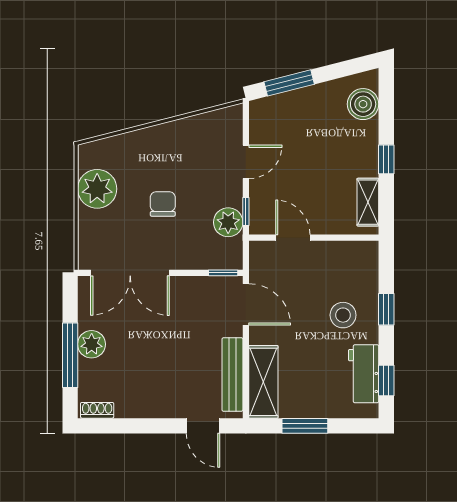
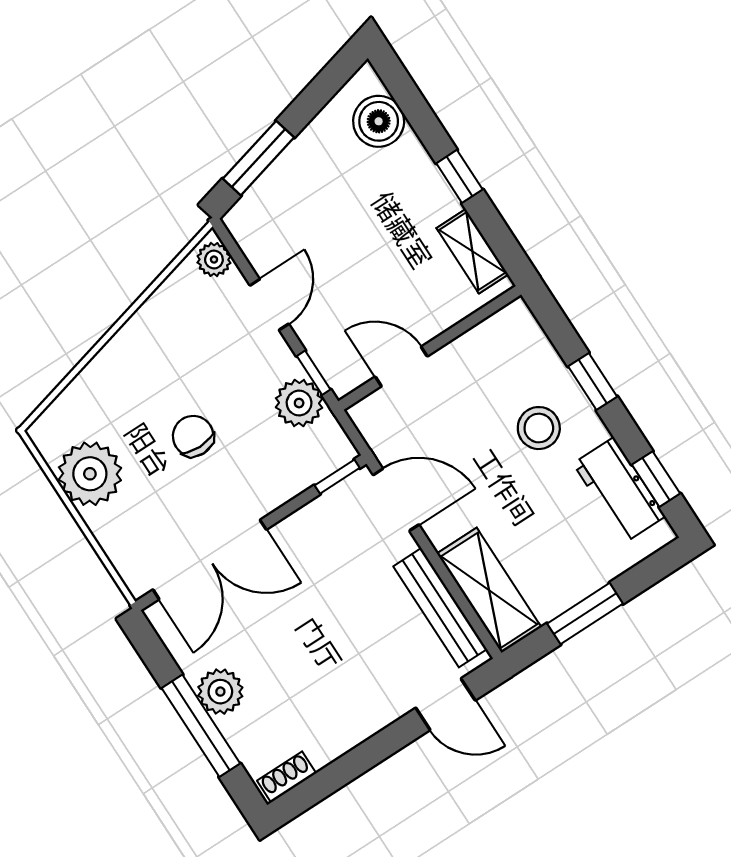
plant: (232, 120) -> (214, 259), added

